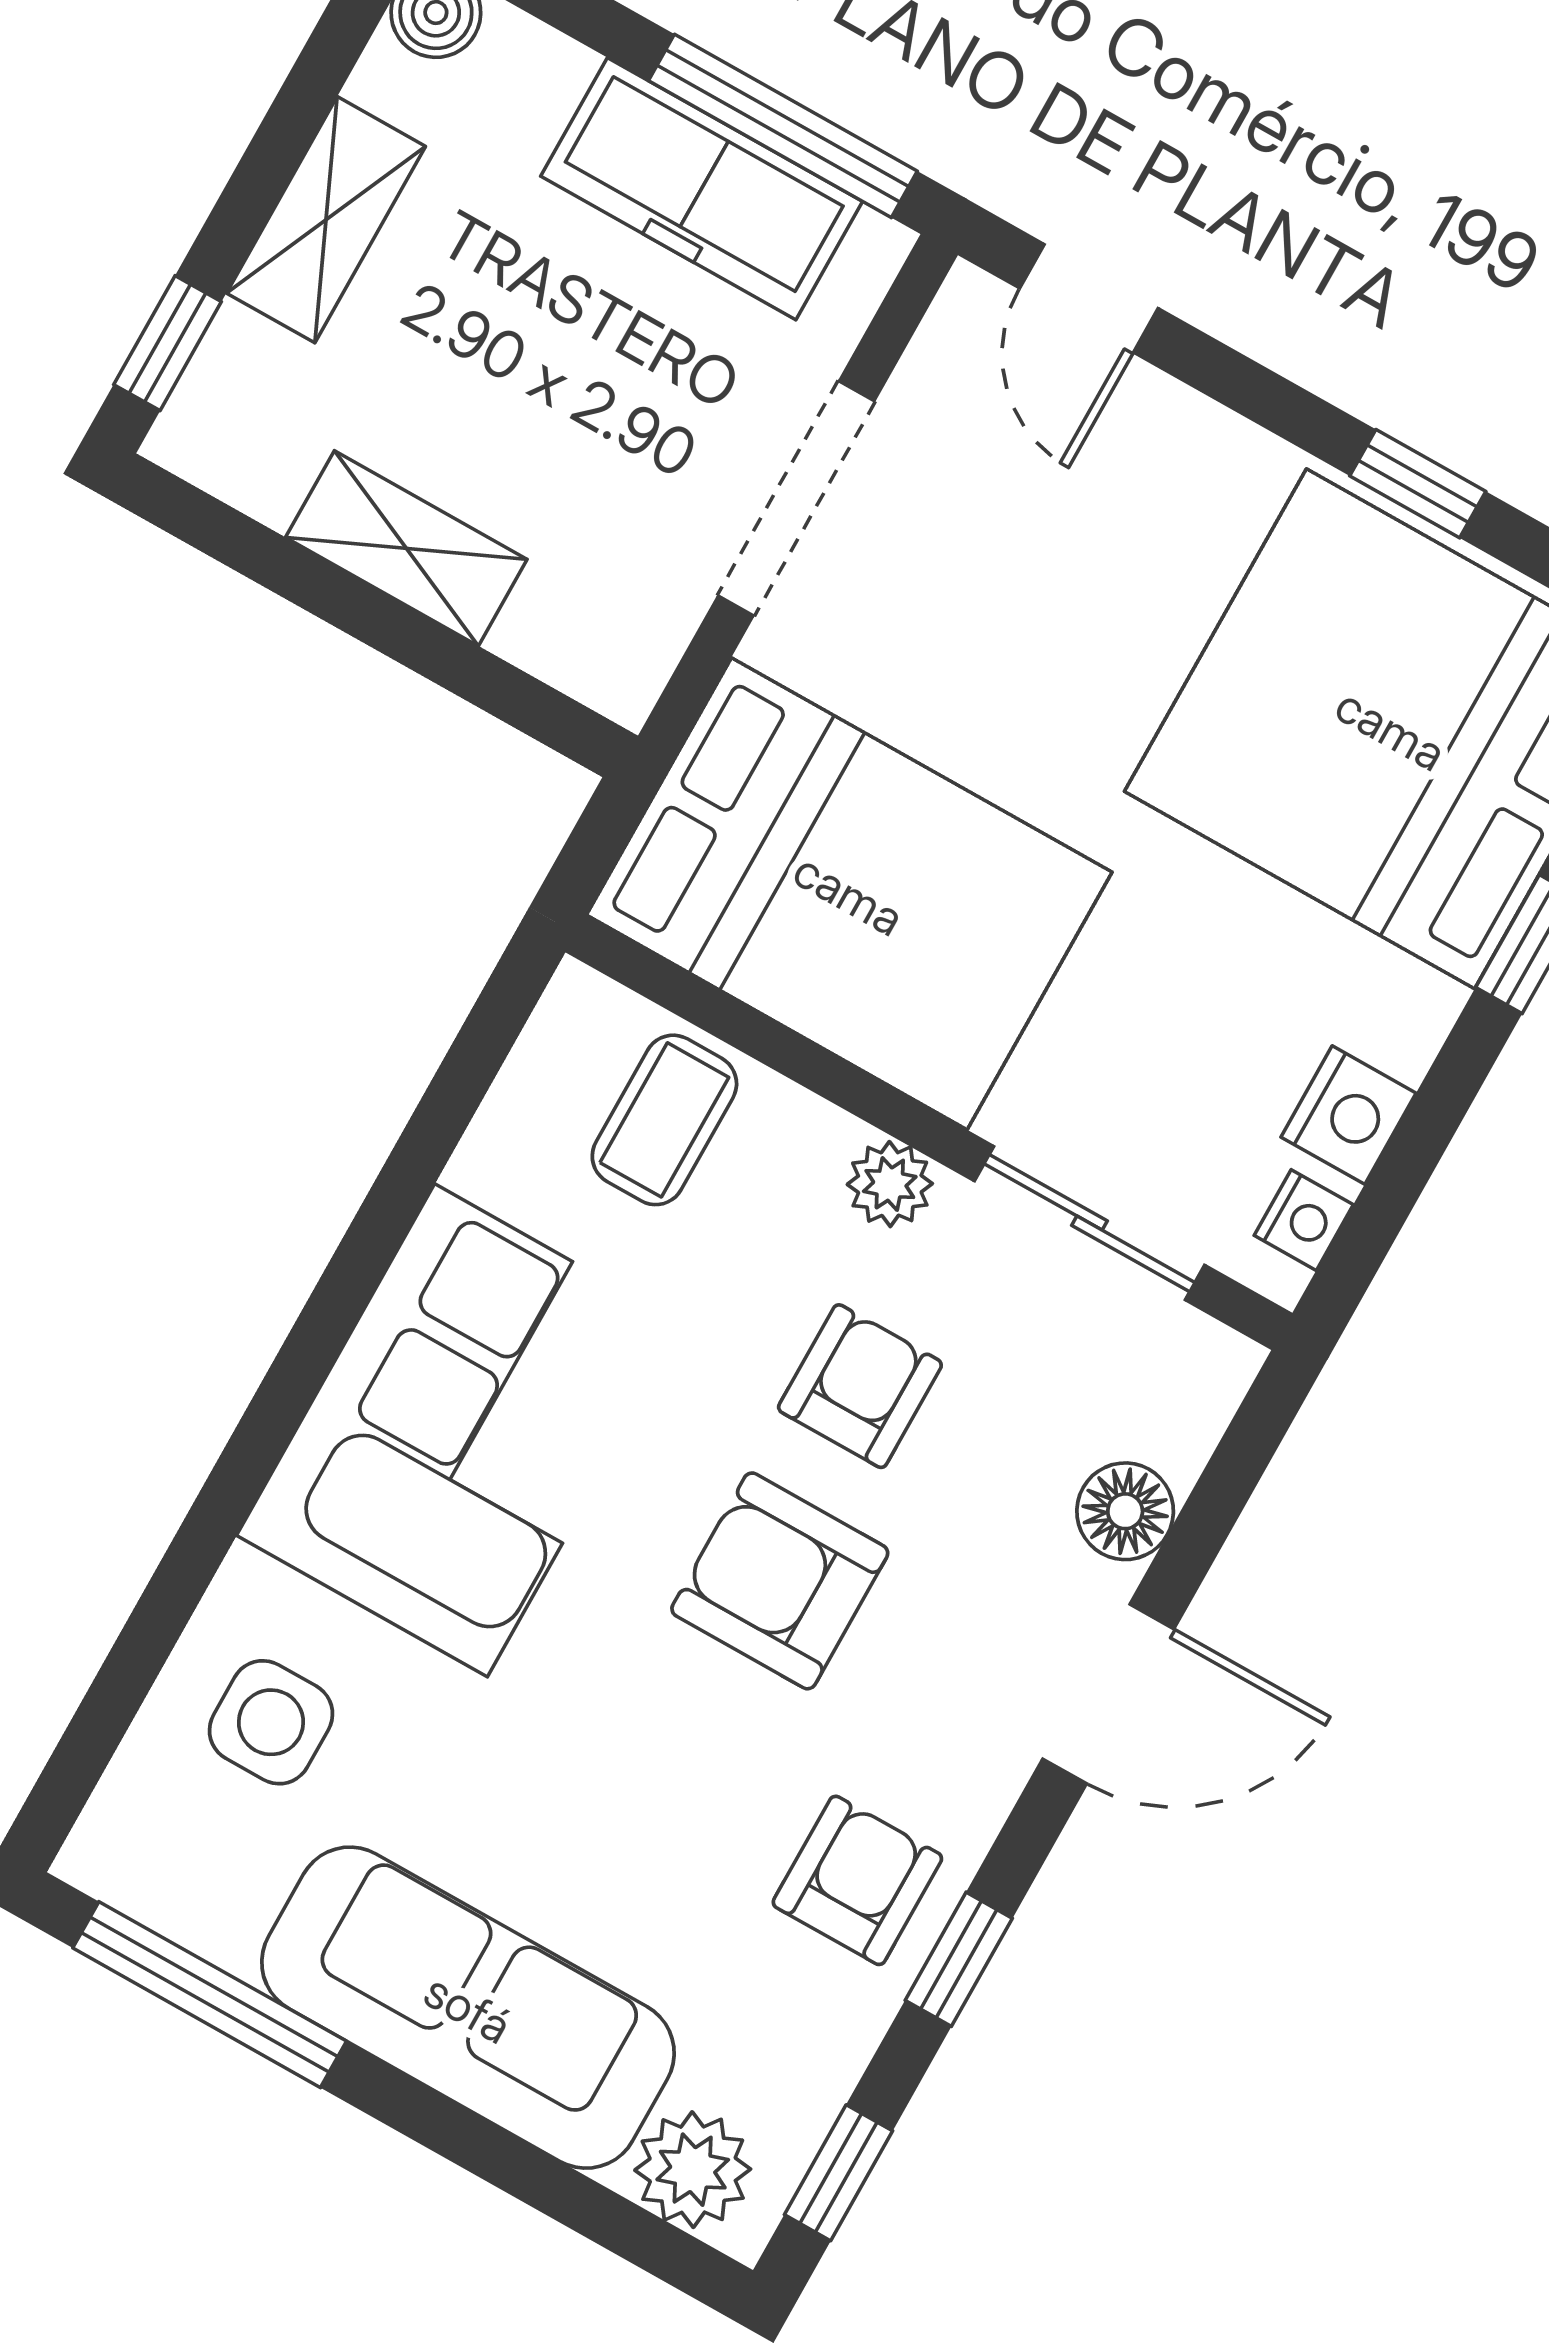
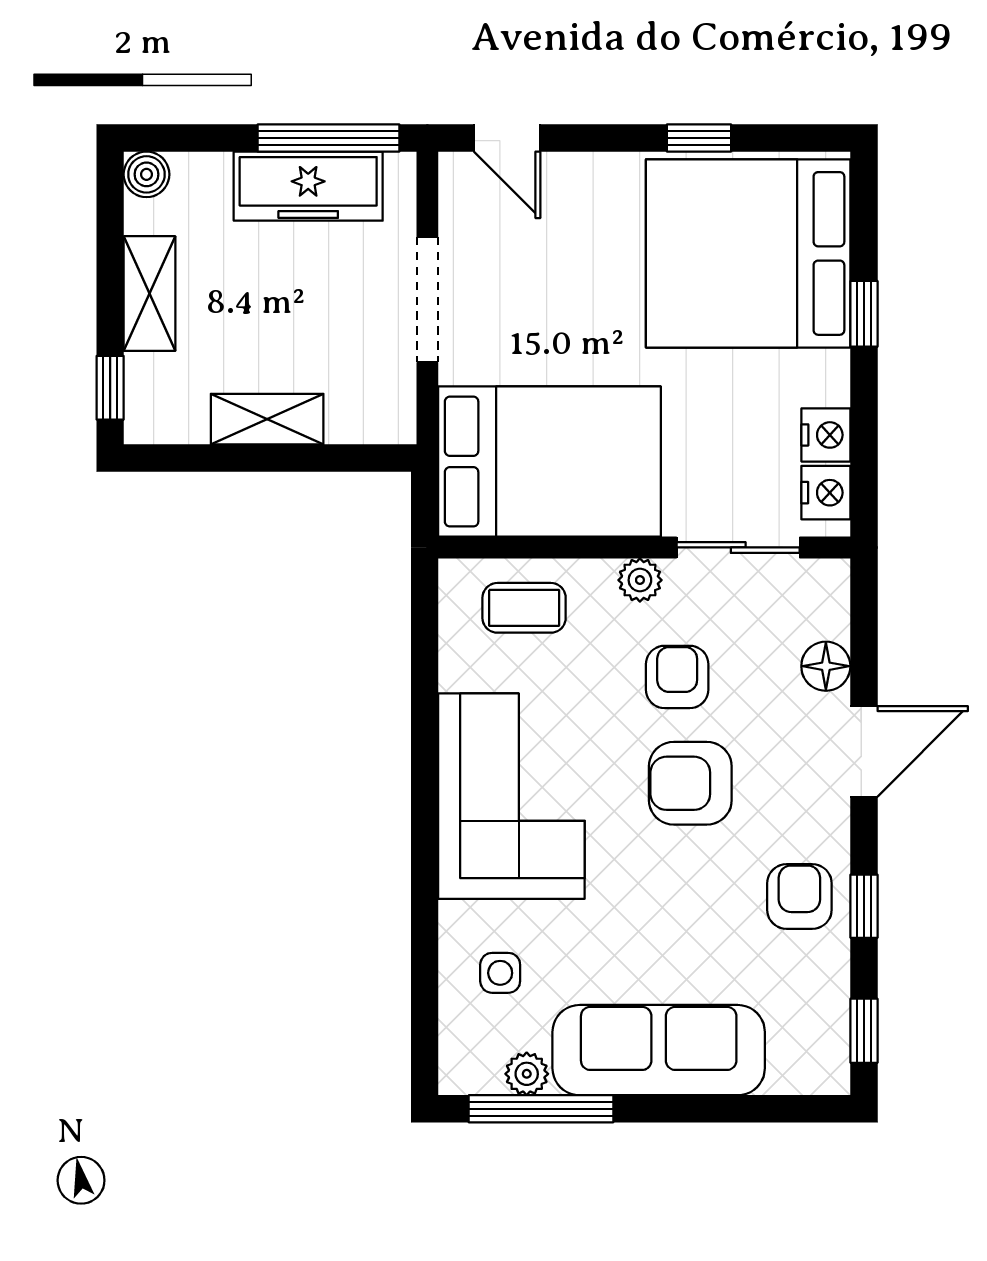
coffee table: (664, 1120) -> (524, 608), turned 90
nightstand: (1304, 1220) -> (826, 493), width x1.39, depth x1.35
side table: (271, 1722) -> (500, 973), width x0.73, depth x0.73
plant: (693, 2170) -> (527, 1074), moved, width x0.73, depth x0.73

